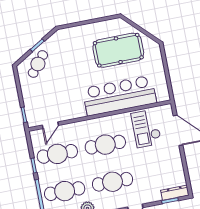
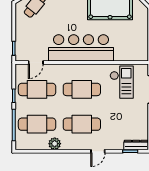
bar counter: (119, 96) -> (81, 48), moved
checkout: (146, 128) -> (122, 82), turned 180

